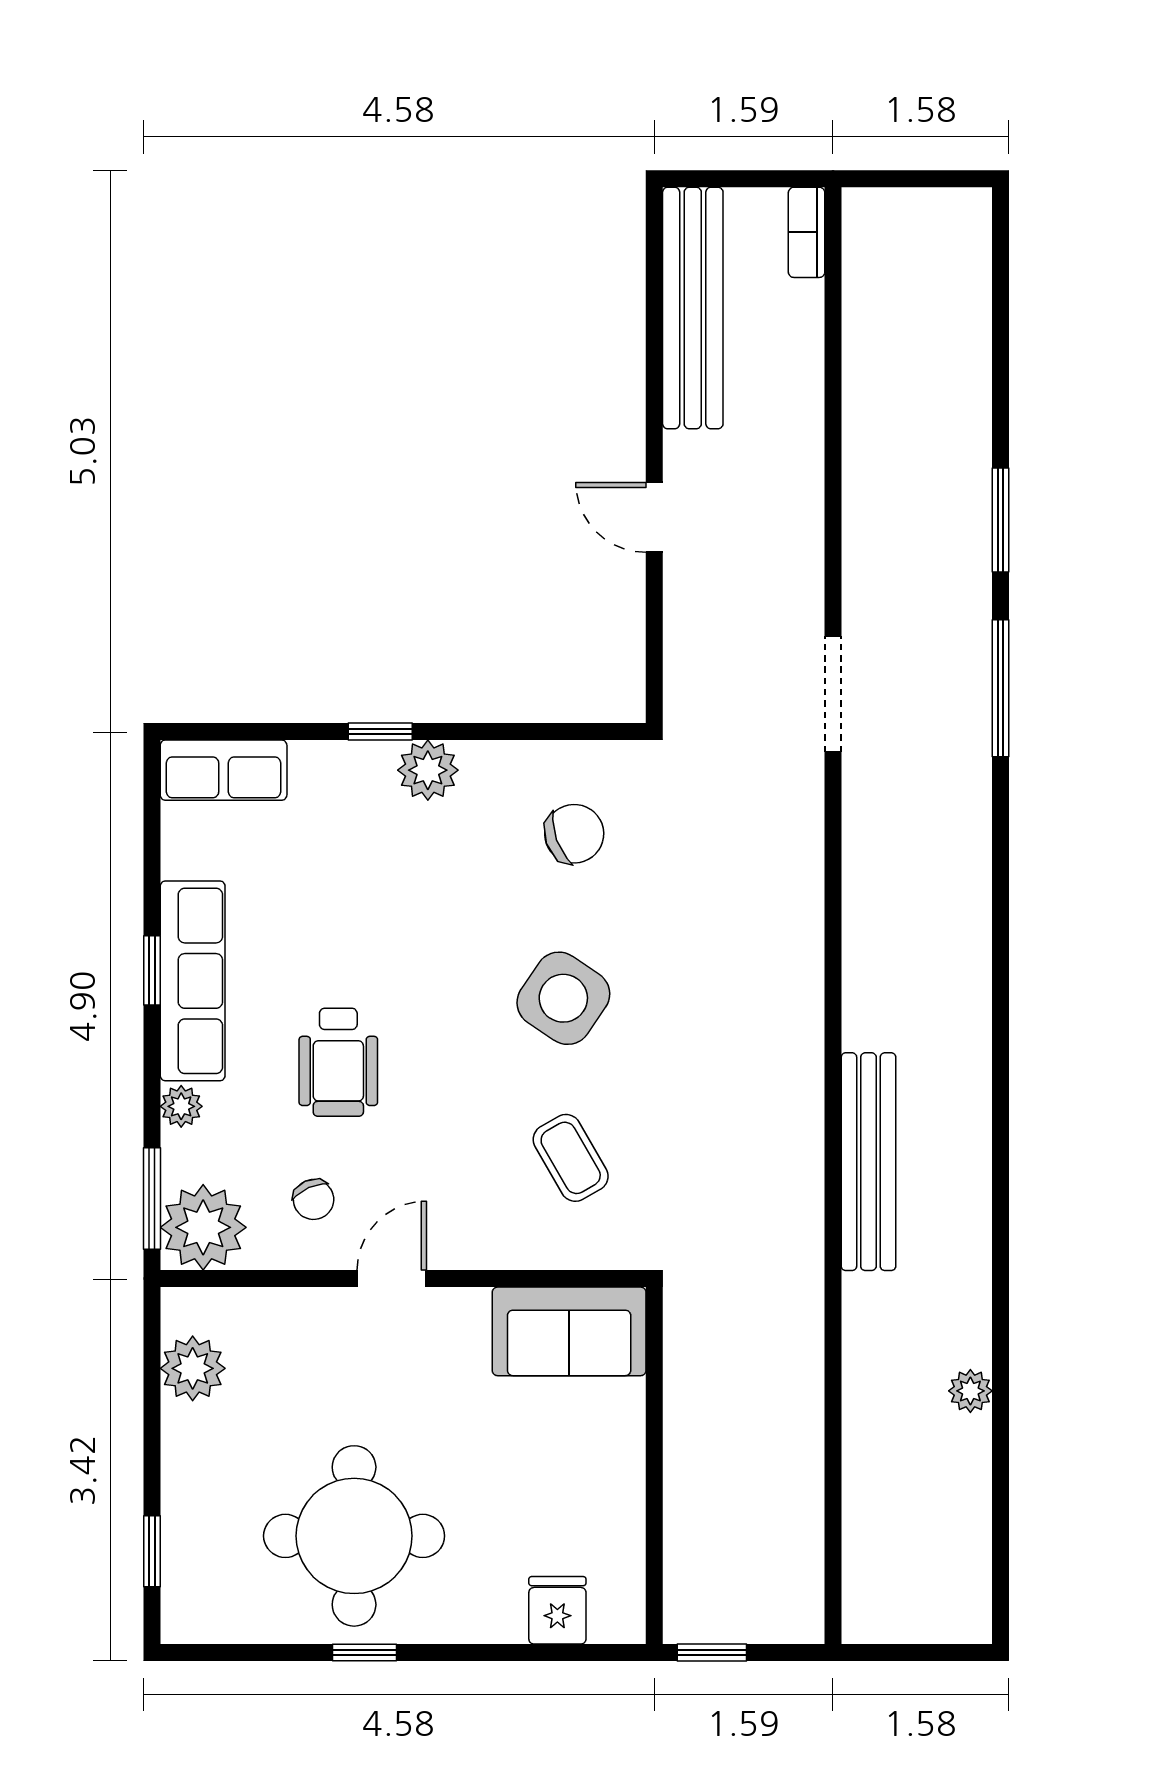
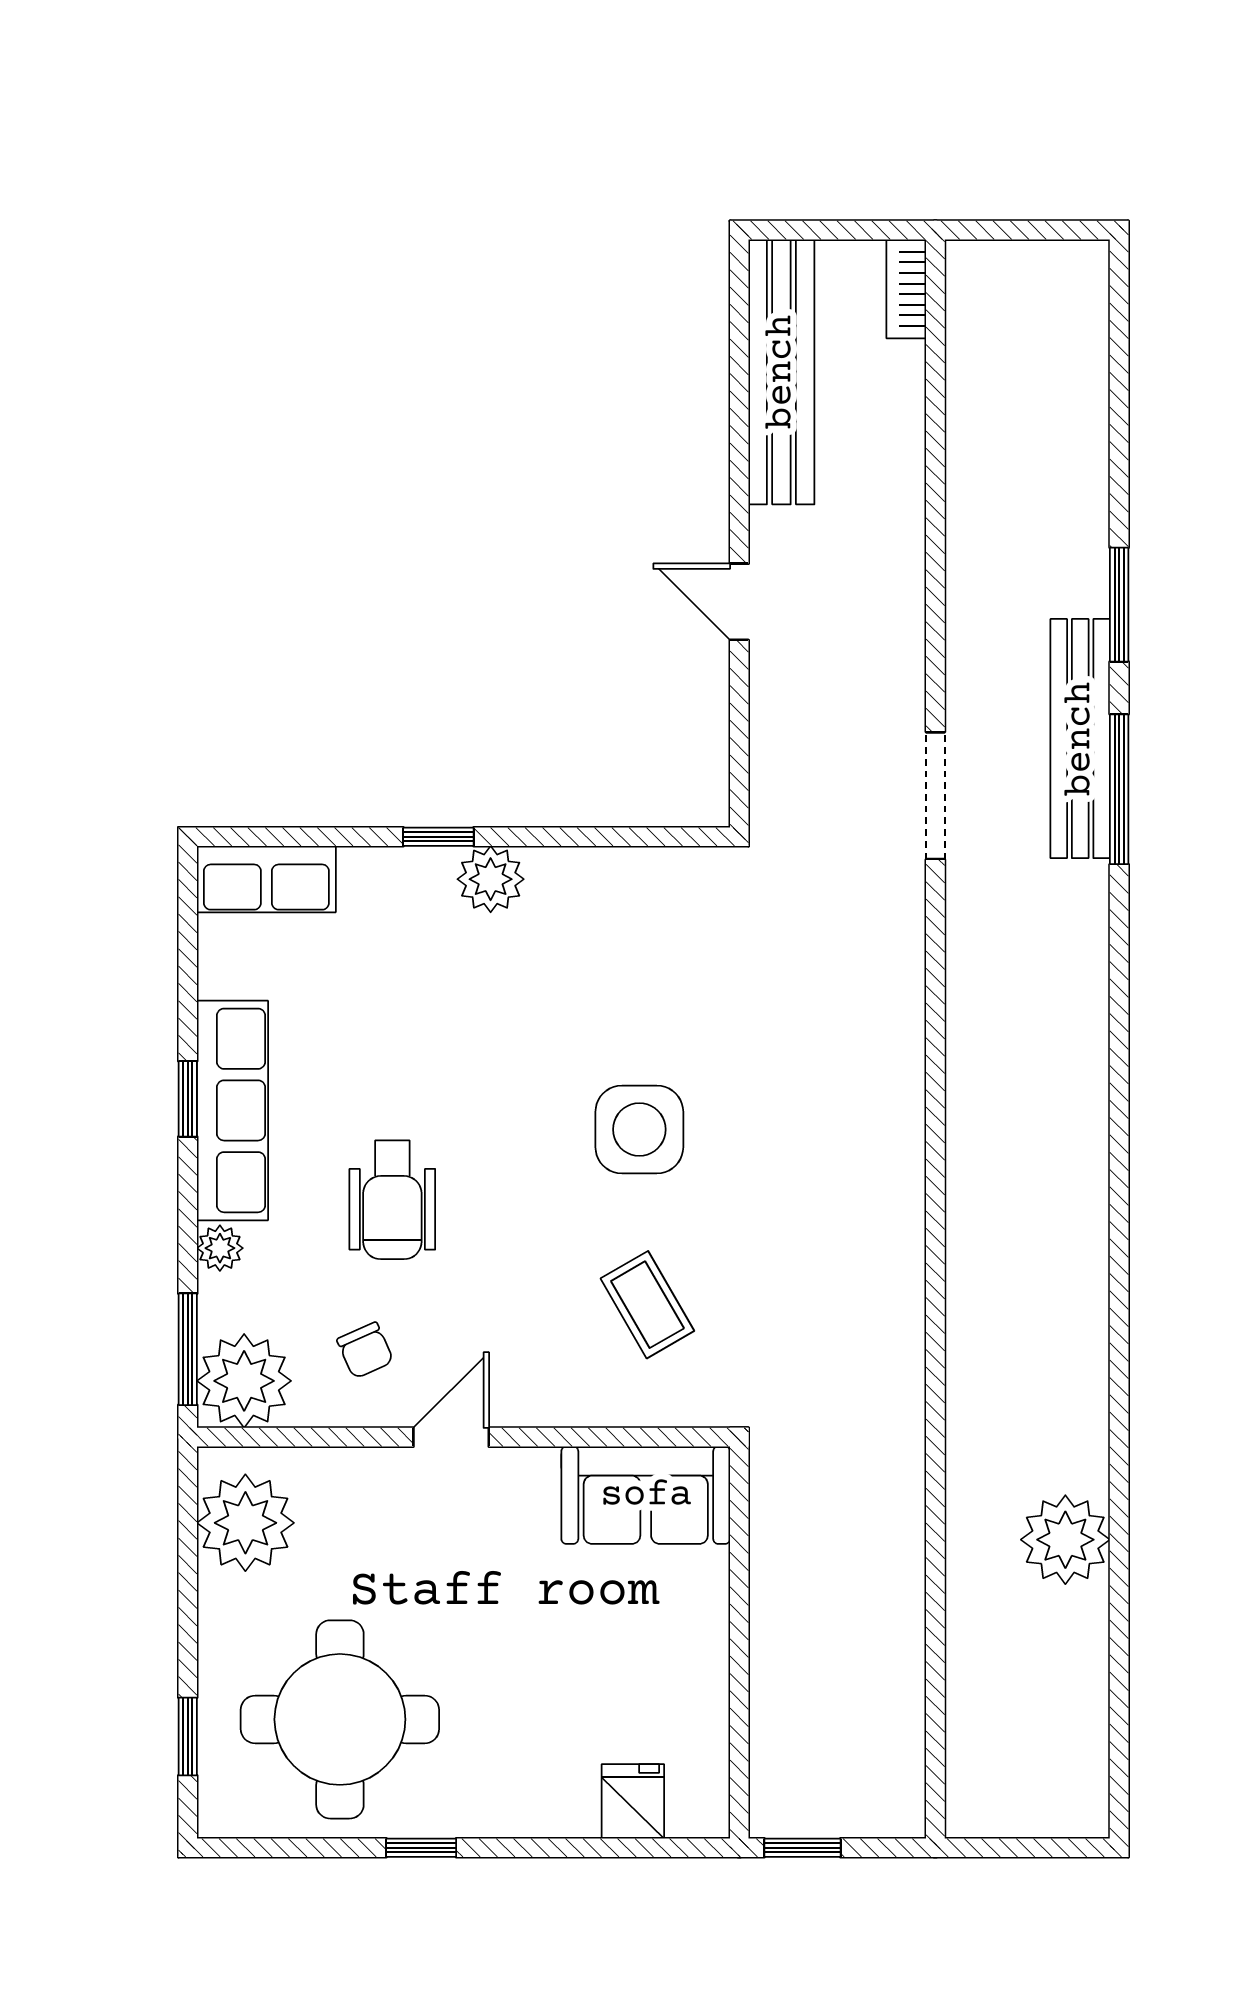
chair: (574, 834) -> (651, 949), removed
side table: (563, 998) -> (639, 1129), turned -34
bench: (868, 1162) -> (1080, 739), moved
plant: (193, 1368) -> (245, 1523), width x1.36, depth x1.36
plant: (970, 1391) -> (1065, 1540), width x1.88, depth x1.88
round table: (354, 1536) -> (340, 1719), moved

